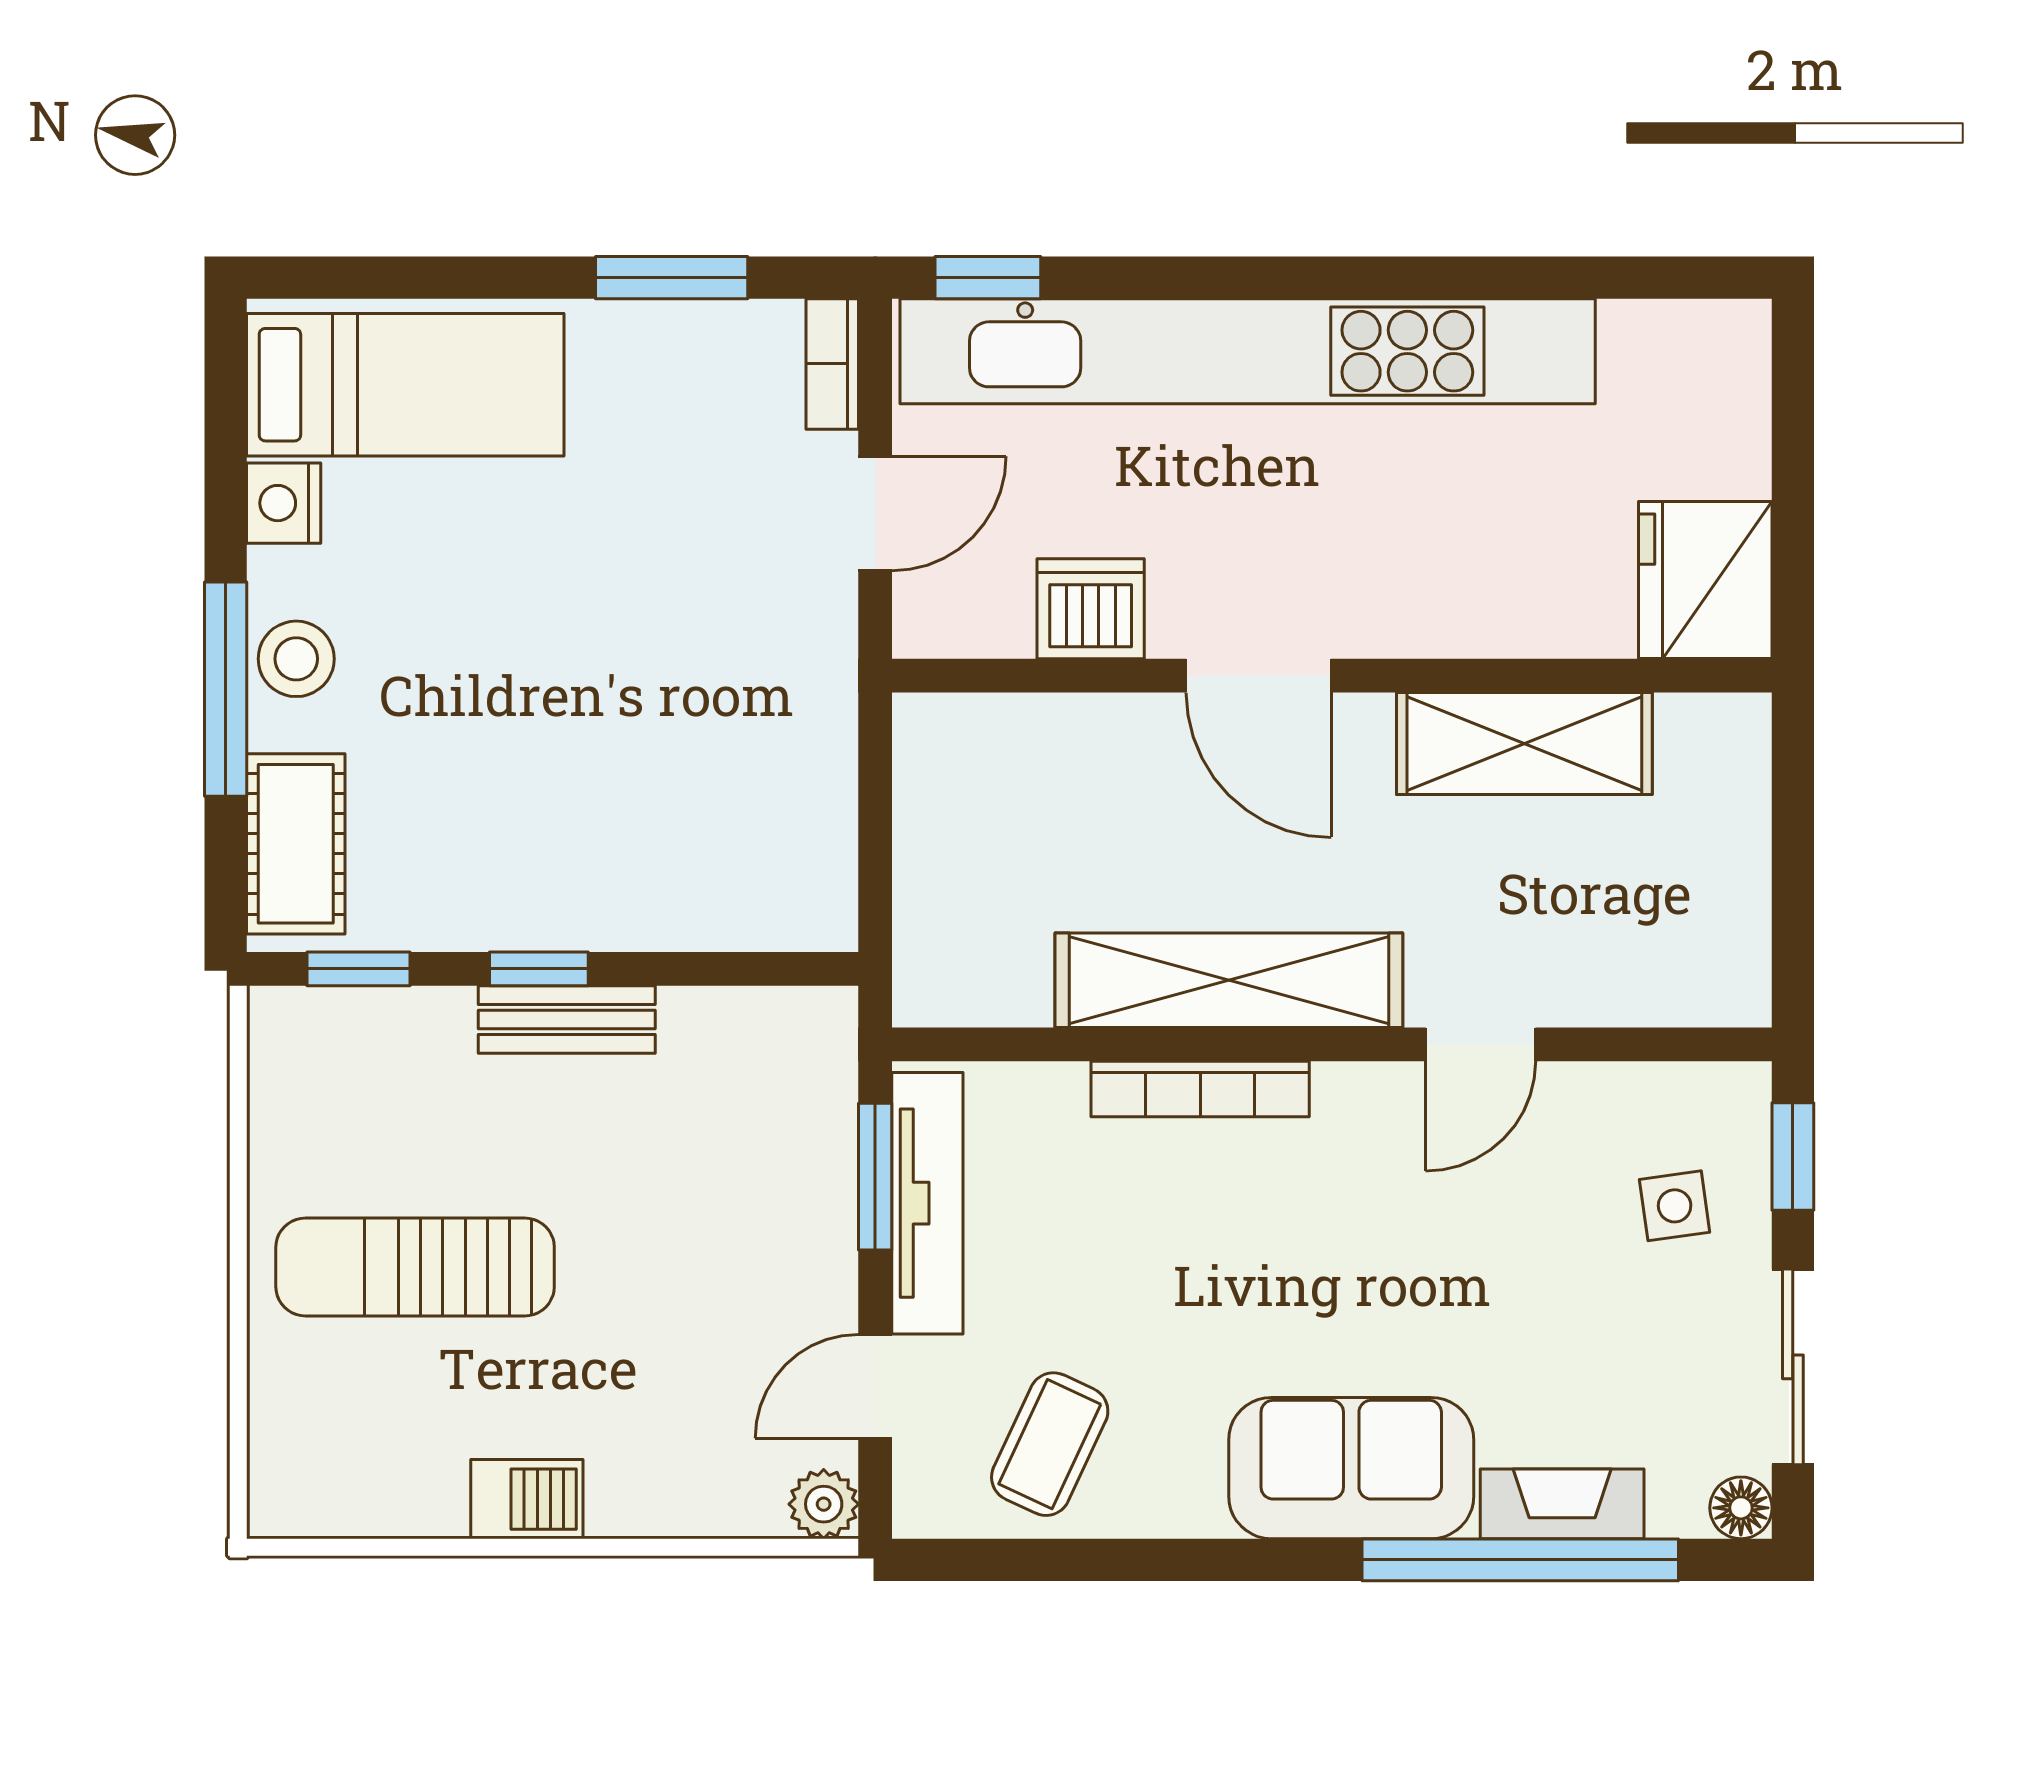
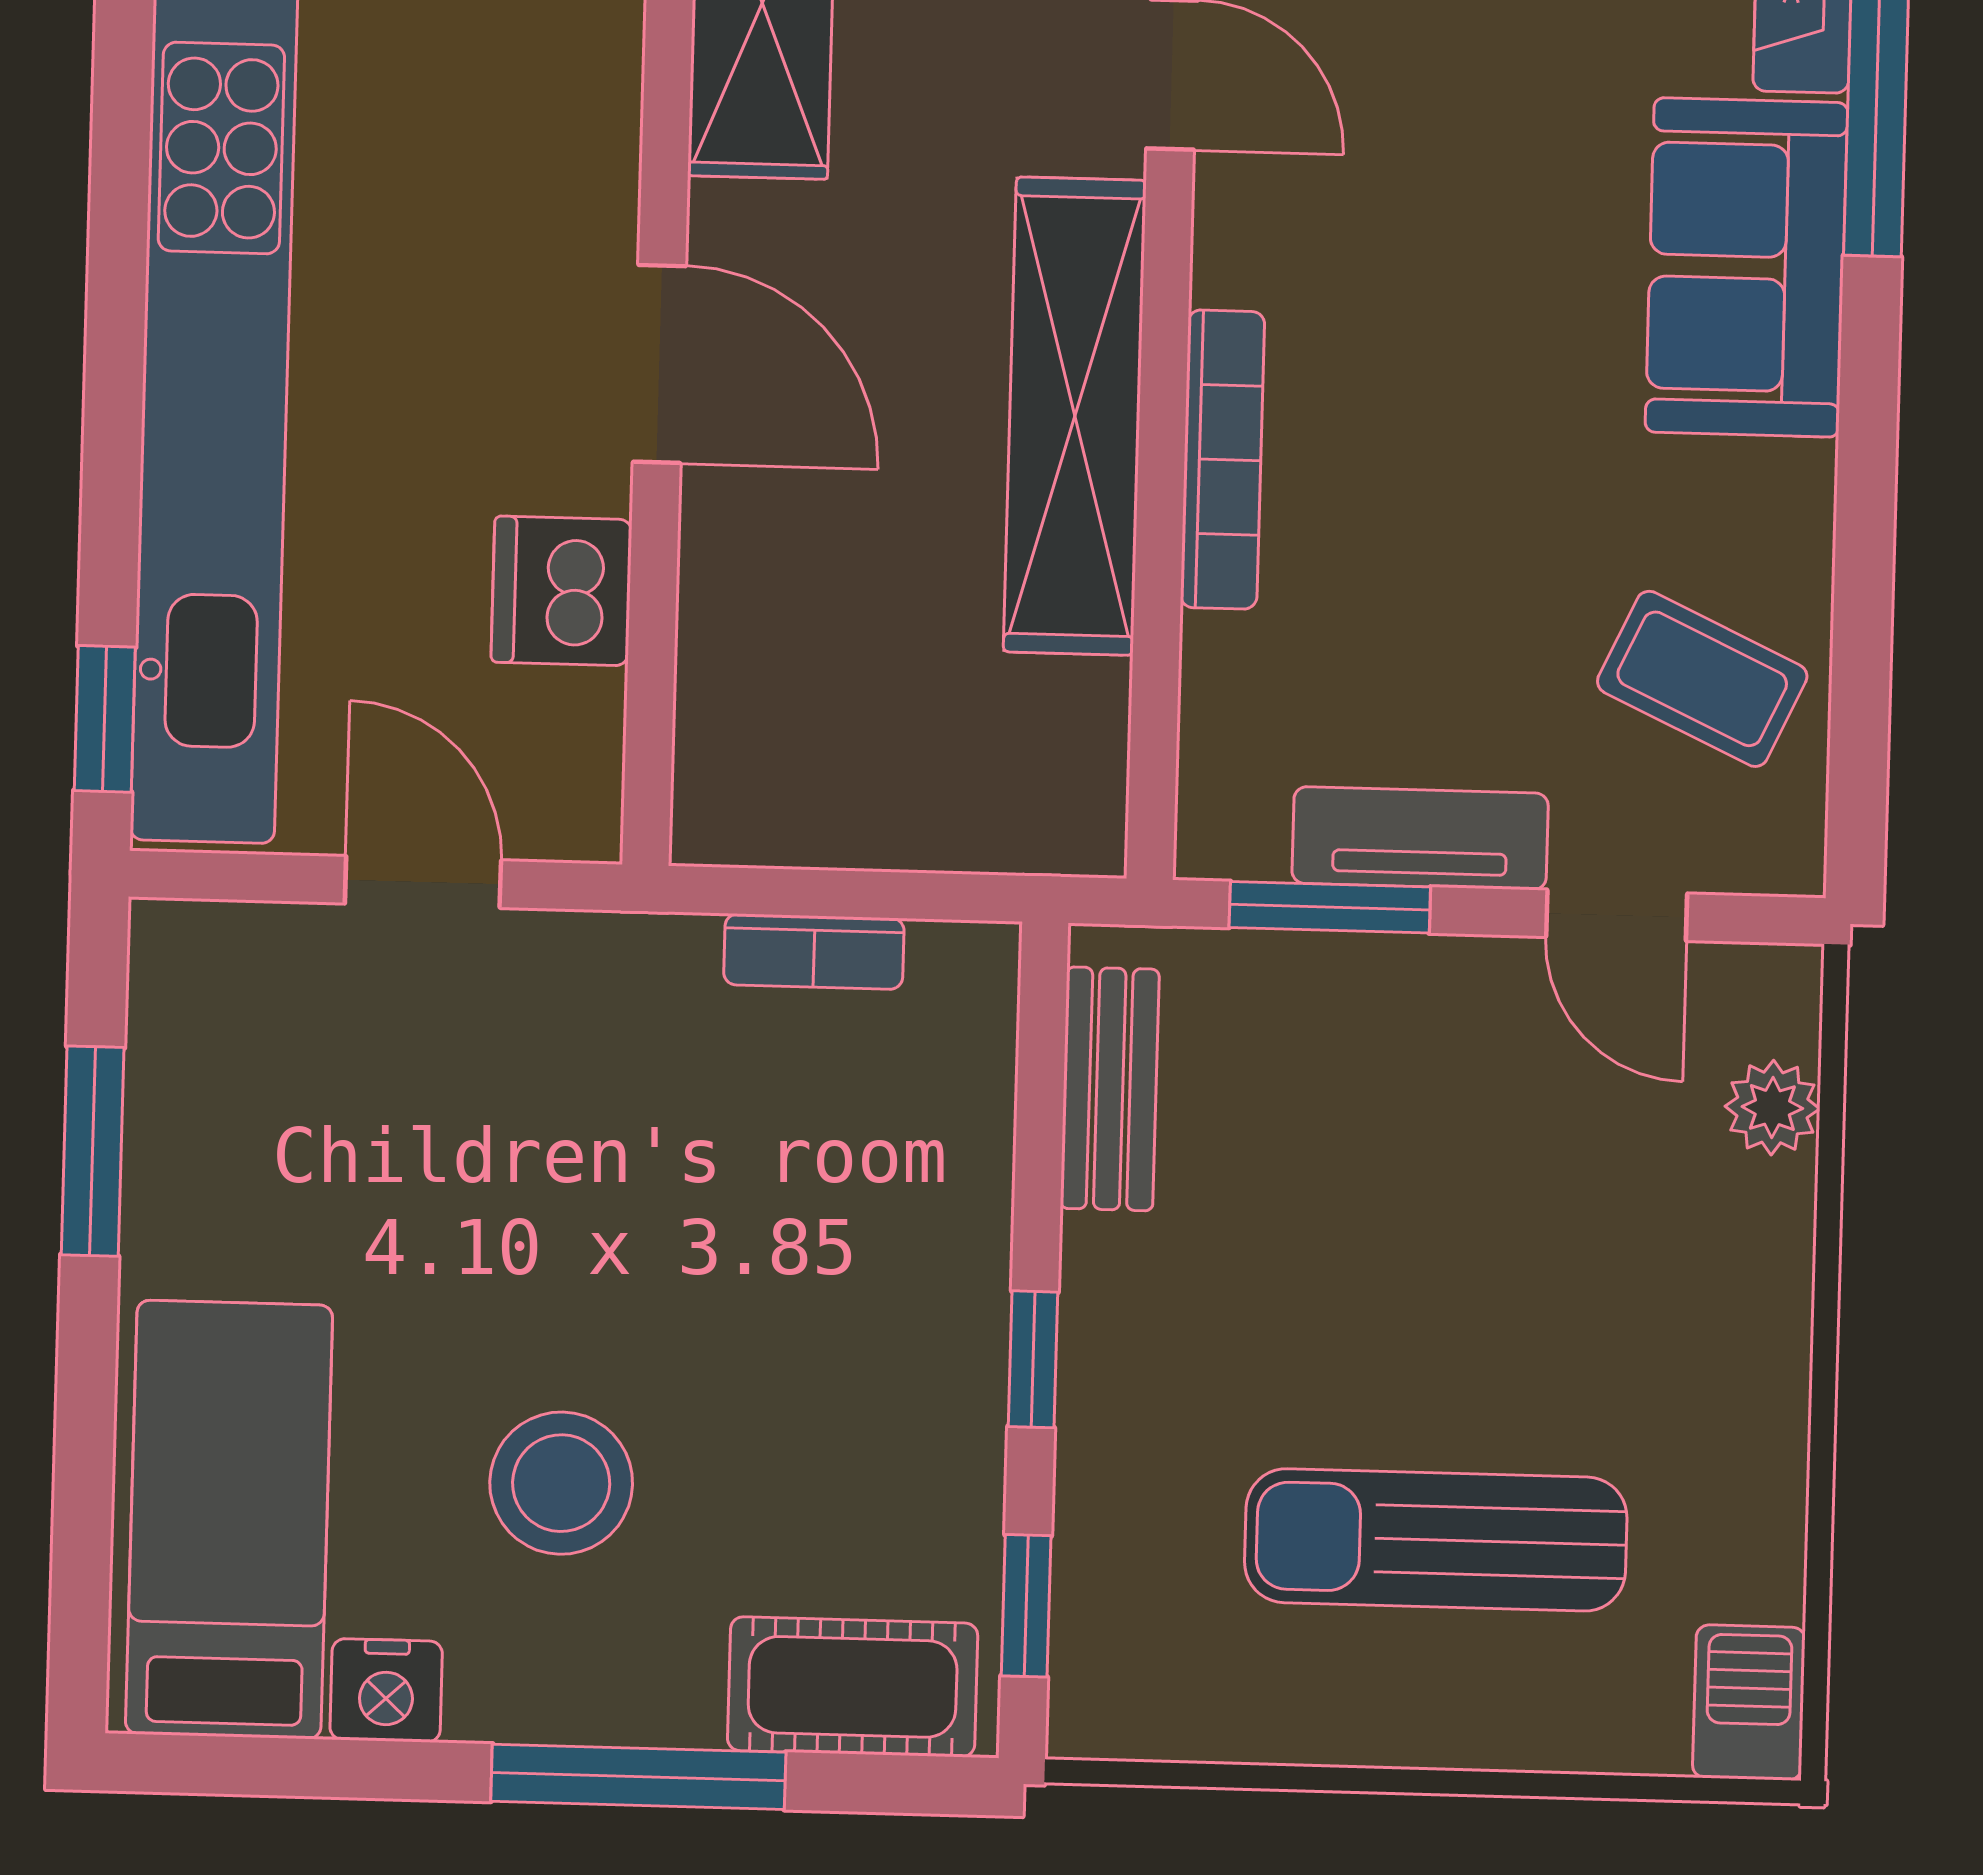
bookcase: (832, 364) -> (814, 952), moved
stool: (296, 659) -> (561, 1483), moved, width x1.38, depth x1.38
door: (1259, 676) -> (659, 364), hinge flipped
bench: (567, 1019) -> (1110, 1089), moved
tv unit: (927, 1203) -> (1420, 838), width x0.71
sun lounger: (415, 1267) -> (1436, 1540), turned 90
barbecue: (527, 1499) -> (1749, 1702), moved
plant: (824, 1504) -> (1772, 1108), moved

